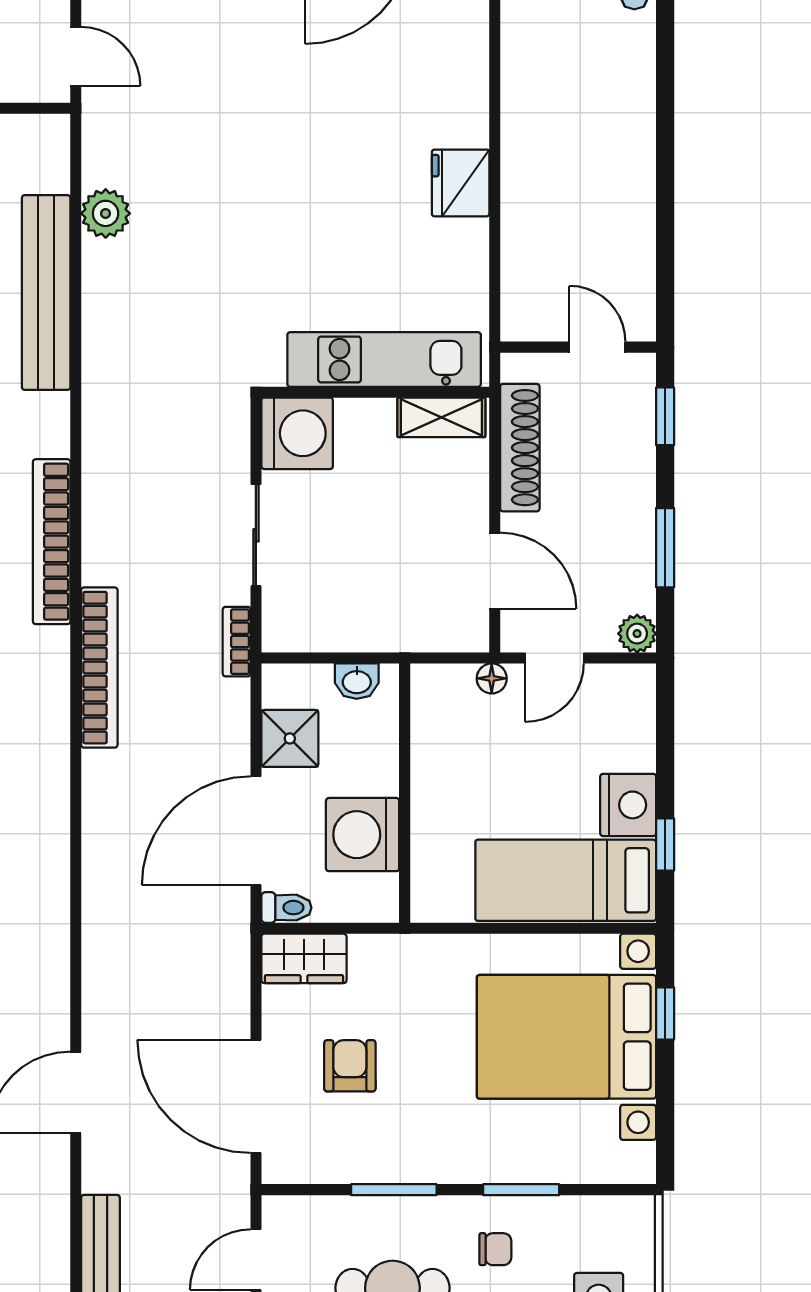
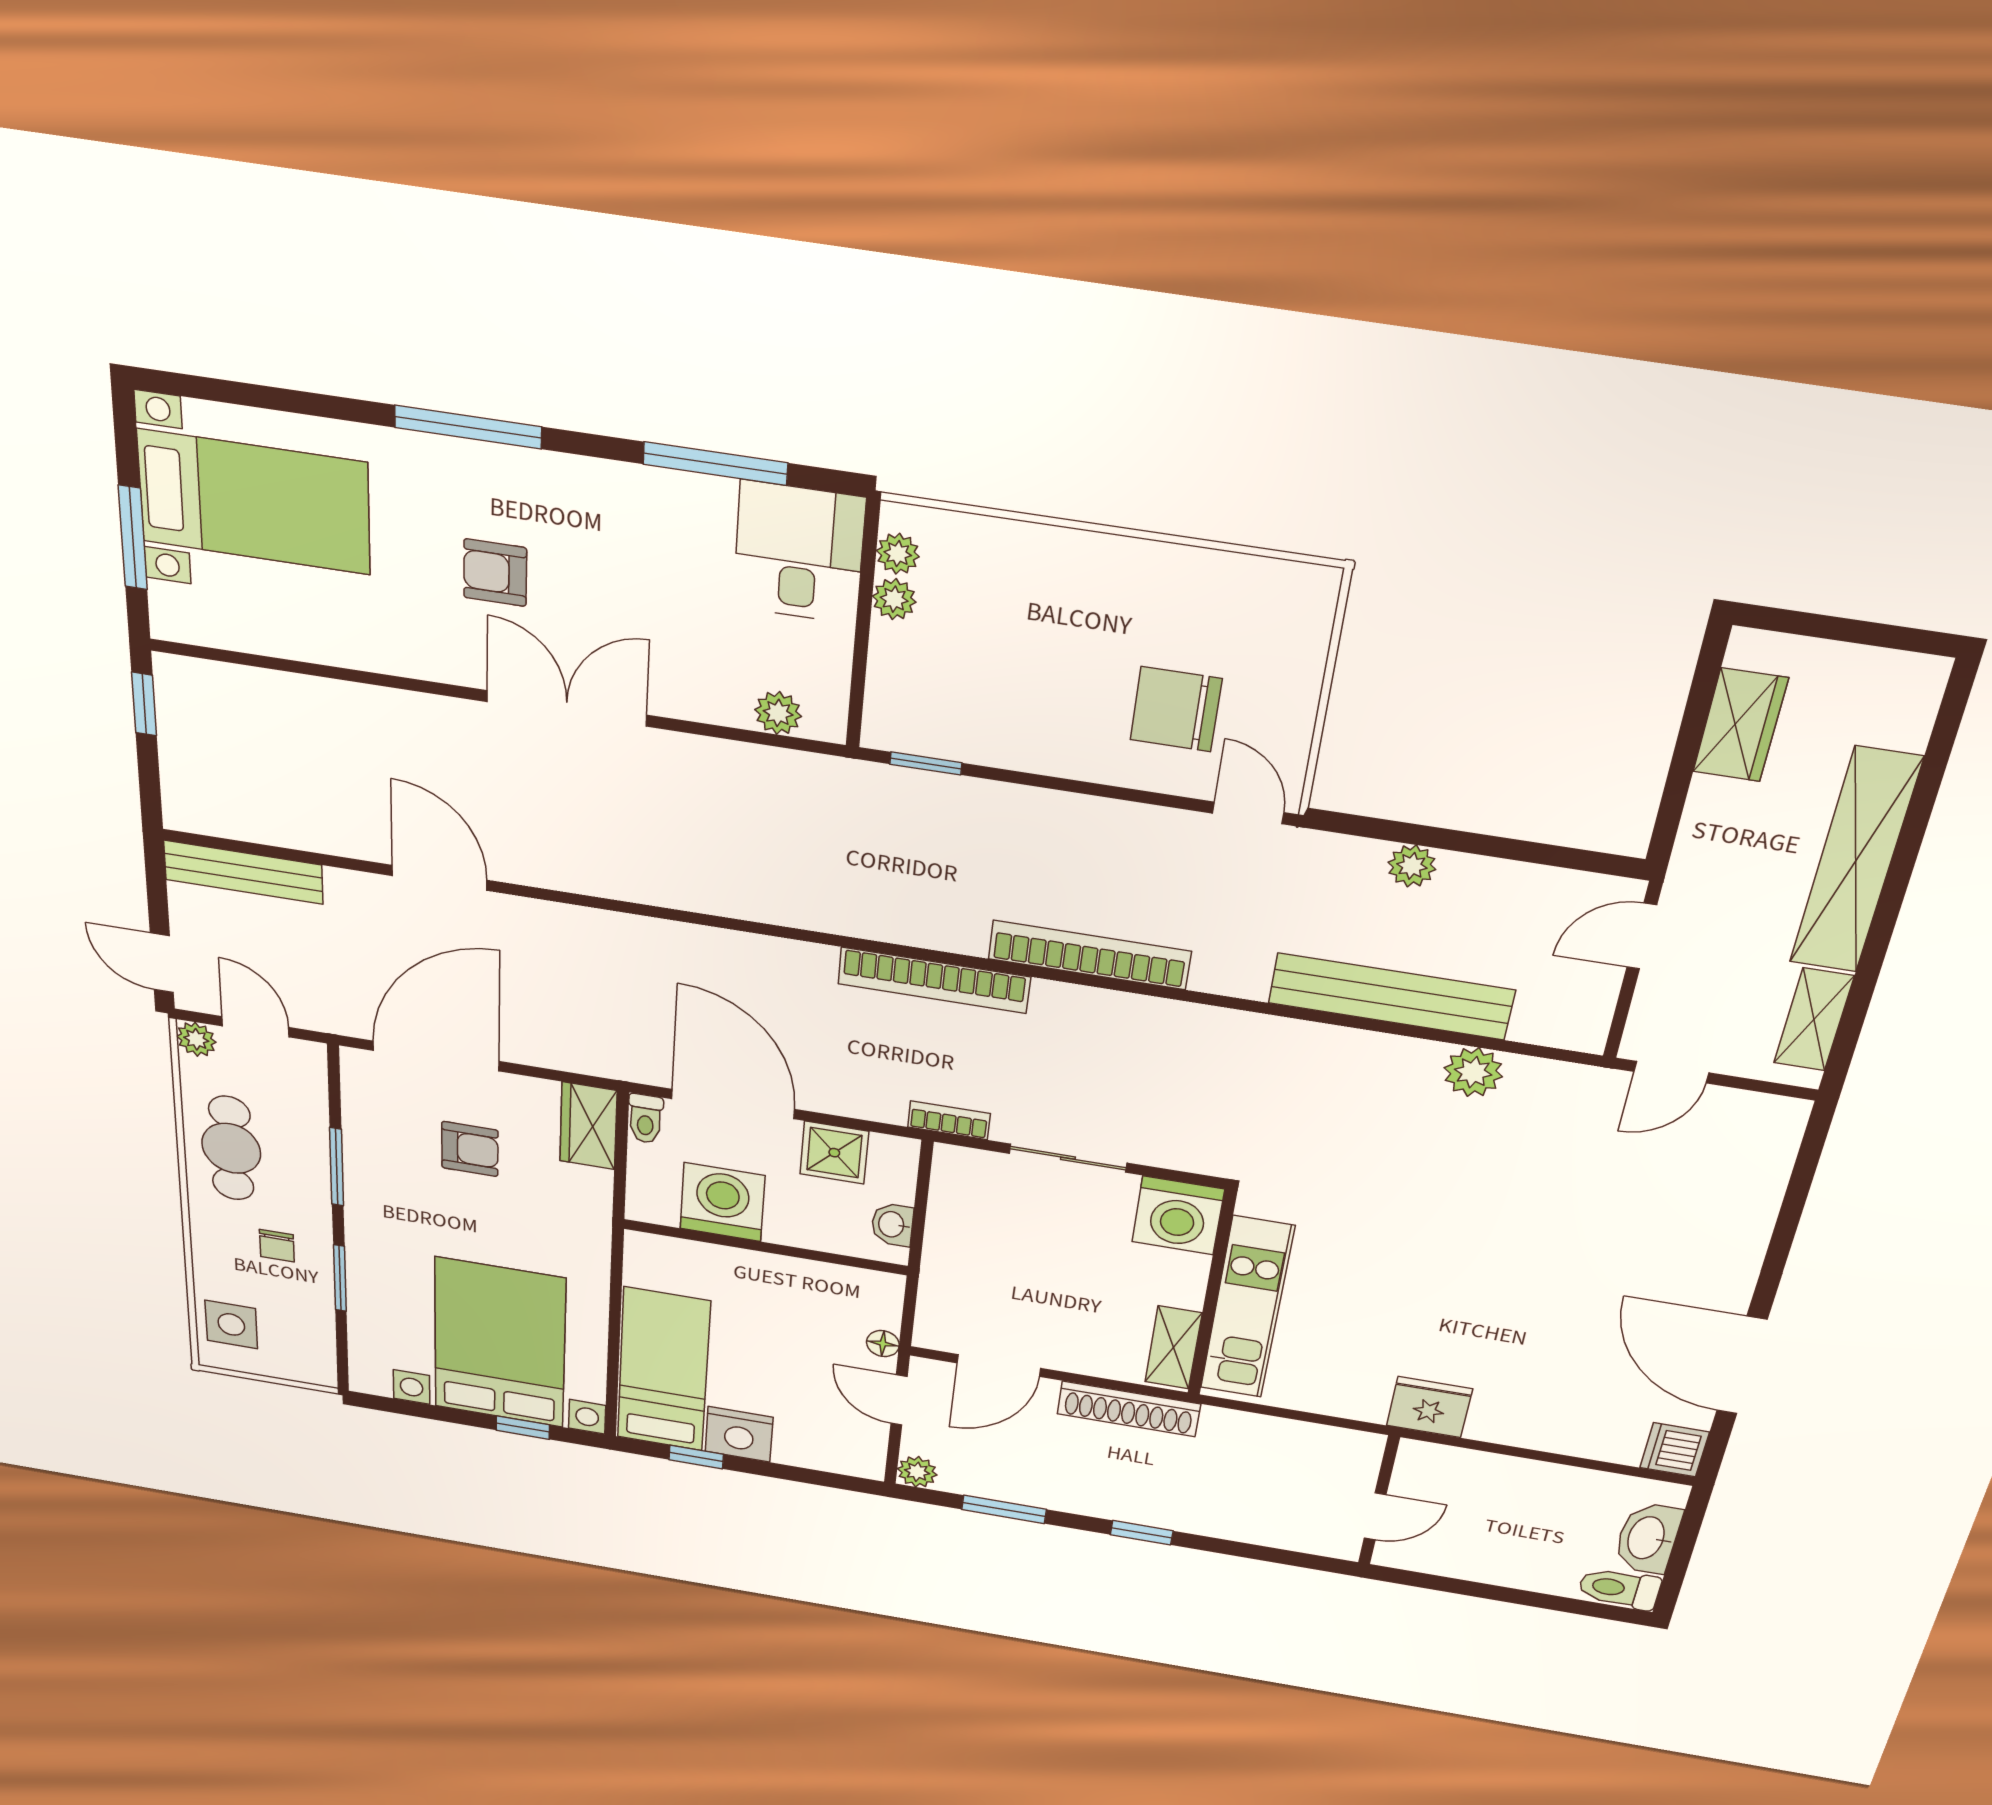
wall: (578, 347) -> (1379, 1501), moved
door: (597, 347) -> (1375, 1516), moved

